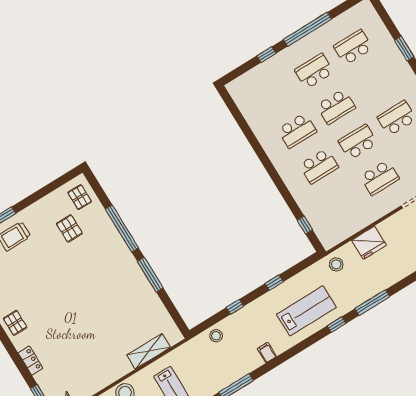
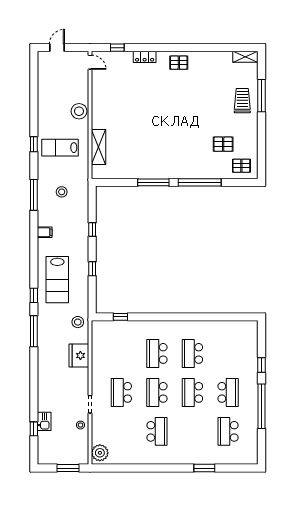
school desk: (353, 47) -> (228, 431), turned 180
school desk: (358, 142) -> (157, 392), turned 180
stool: (216, 336) -> (62, 192), moved

